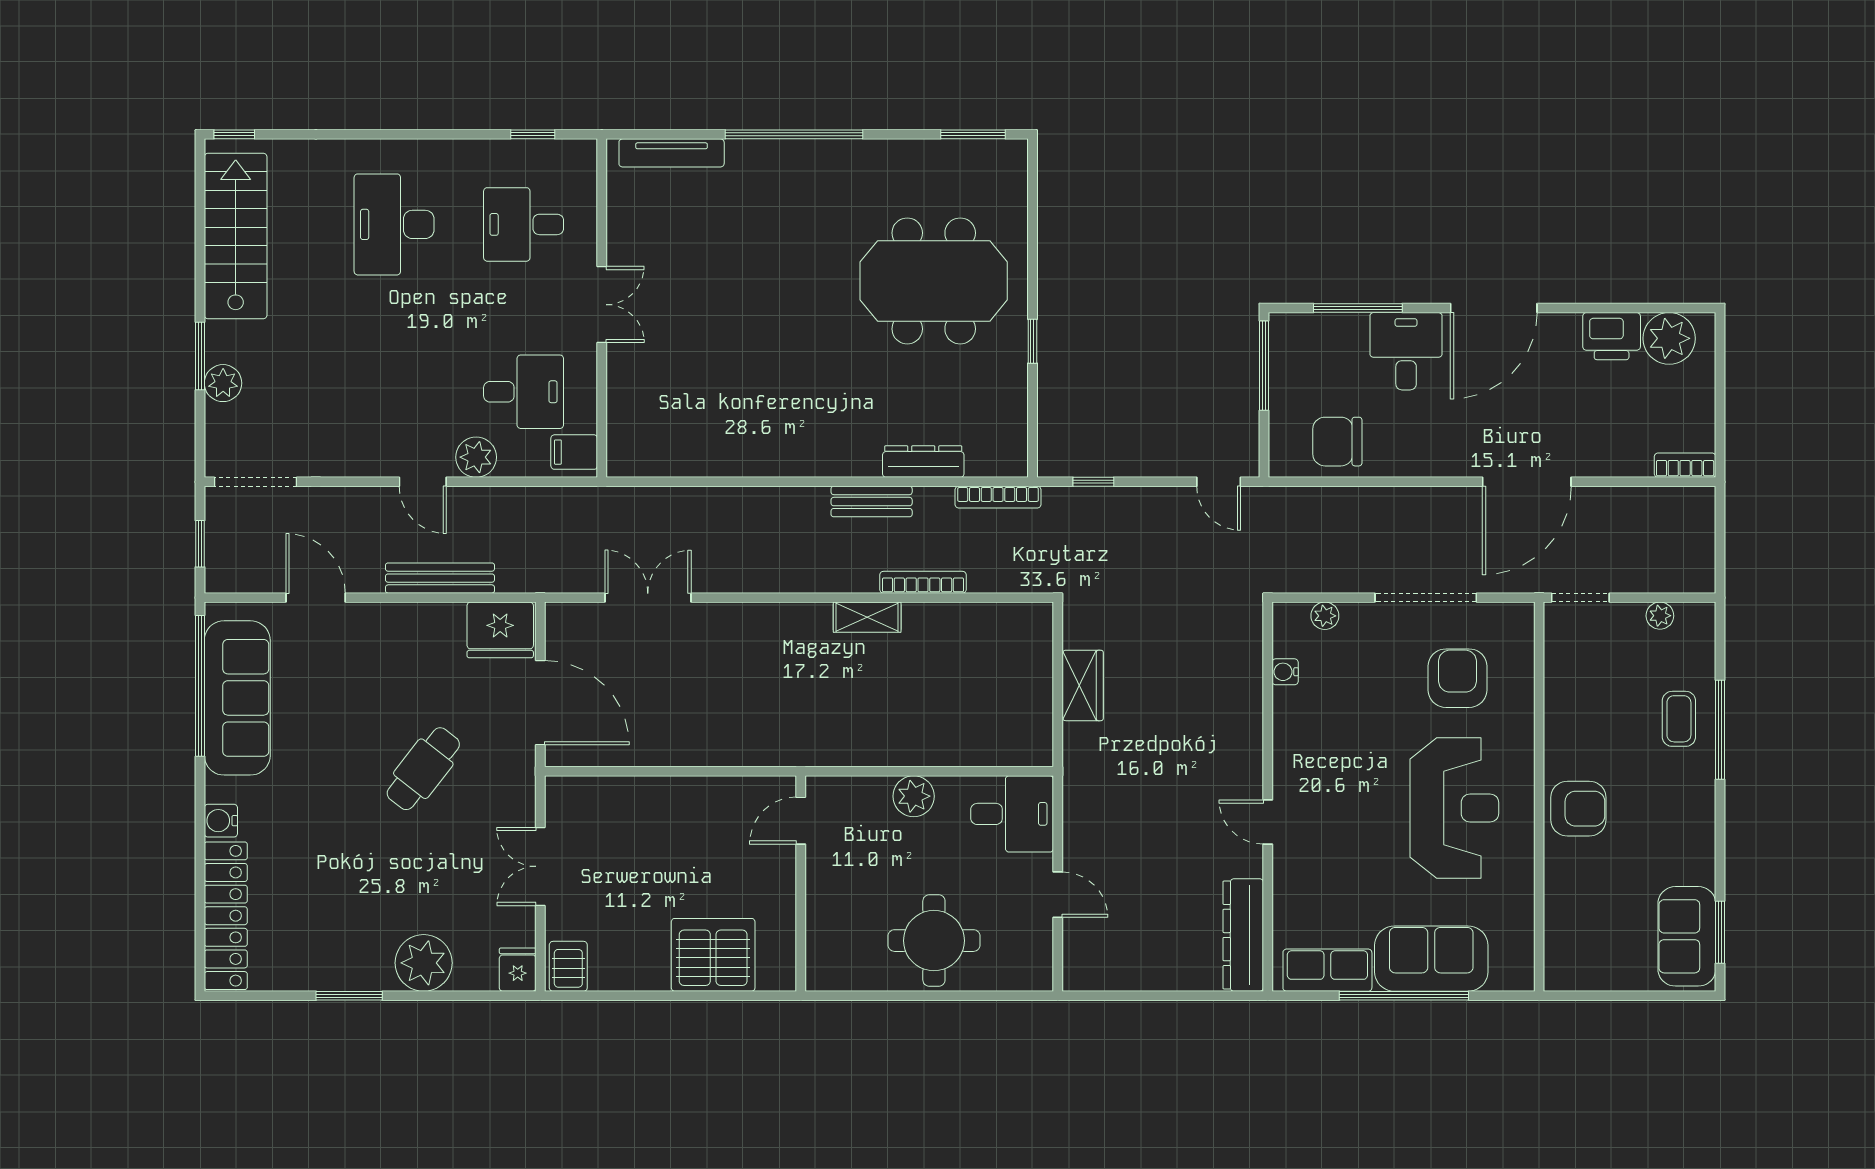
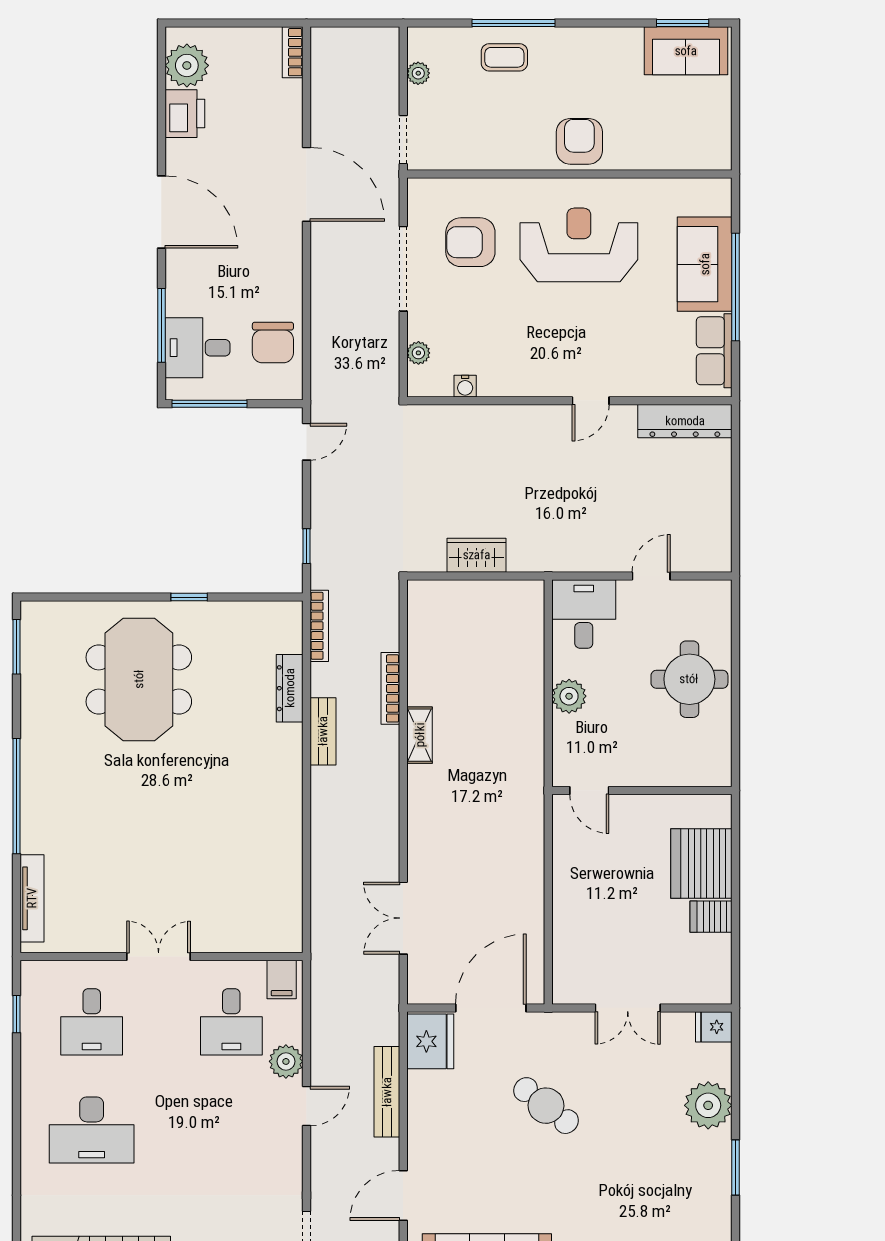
desk: (1406, 351) -> (198, 348), moved
desk: (524, 392) -> (231, 1022), turned 180
server rack: (568, 966) -> (711, 917), moved

